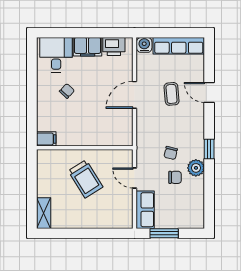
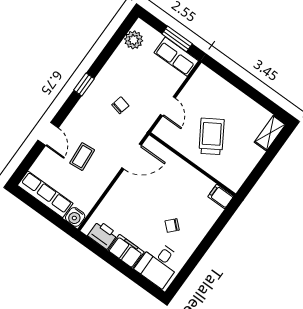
door: (135, 95) -> (132, 156), moved
plant: (196, 168) -> (134, 40), moved
chair: (175, 177) -> (132, 81), removed
row of seats: (145, 210) -> (176, 57), moved, turned -90

